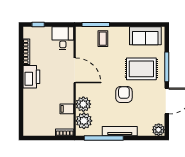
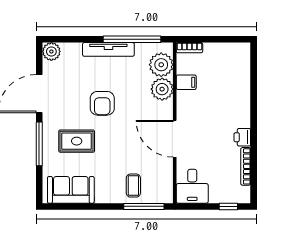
rug: (141, 69) -> (77, 141), width x0.73, depth x0.70
printer: (31, 77) -> (242, 137), width x0.53, depth x0.68

